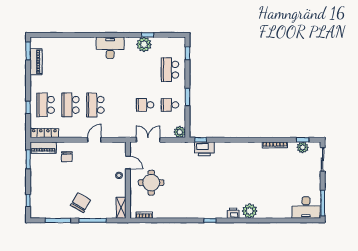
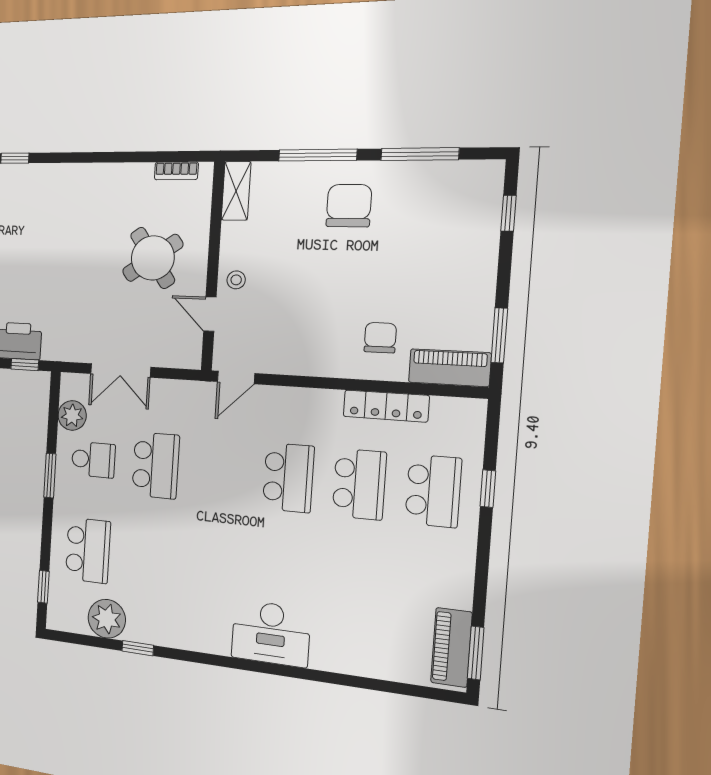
plant: (144, 44) -> (107, 619), moved
desk: (110, 48) -> (271, 633), moved
piano: (36, 62) -> (451, 647), moved
school desk: (145, 105) -> (156, 465), width x1.85
plant: (180, 132) -> (72, 415), moved
locker: (44, 133) -> (386, 406), moved
door: (94, 140) -> (236, 378), moved
double door: (148, 140) -> (120, 370), moved
round table: (151, 183) -> (153, 258), turned -35
chair: (81, 203) -> (349, 206), turned 150

